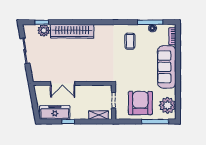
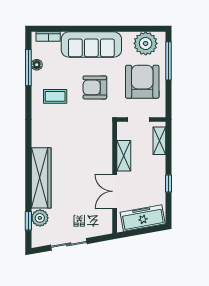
armchair: (136, 69) -> (95, 87), added
double door: (63, 83) -> (115, 191), swing flipped
shelving: (88, 90) -> (124, 156), added
armchair: (140, 103) -> (142, 82), turned 90
freezer: (55, 113) -> (143, 218), moved, turned 80

